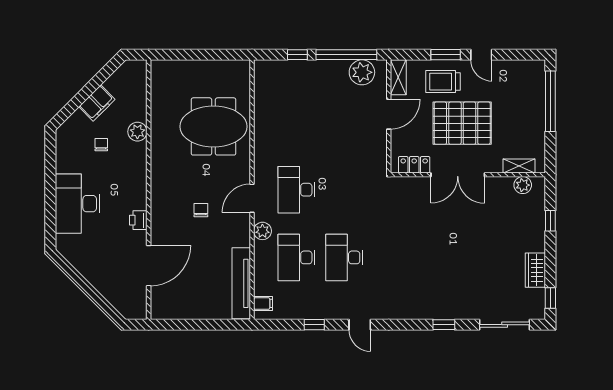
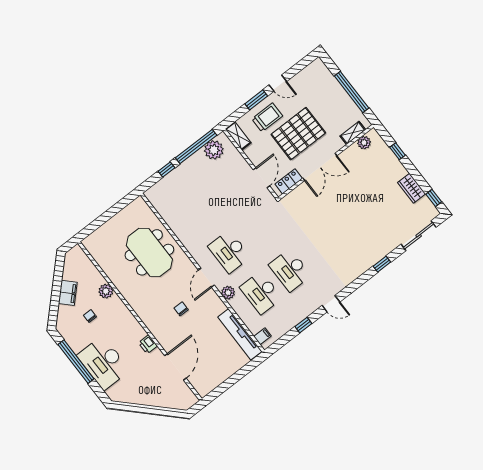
trolley: (443, 82) -> (267, 117), turned 180
window: (550, 101) -> (352, 92), moved
door: (389, 114) -> (261, 178), moved
meeting table: (214, 126) -> (149, 252), turned 90
window: (50, 180) -> (76, 362), added

